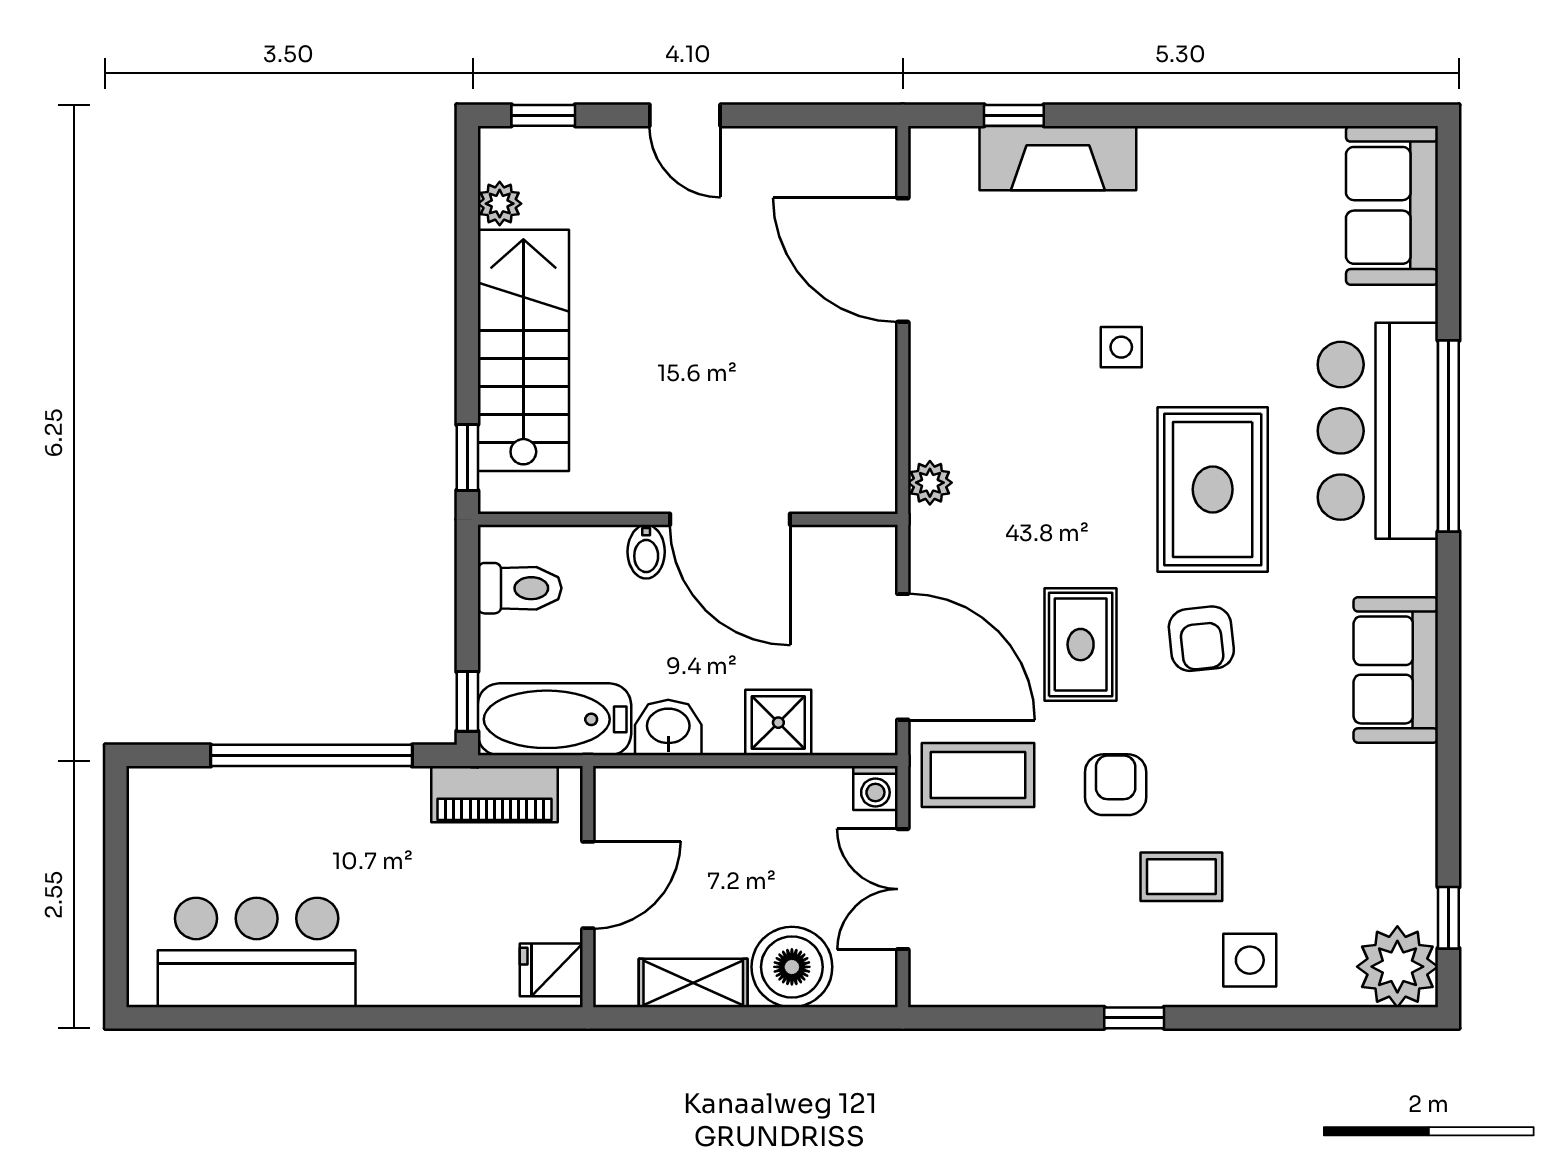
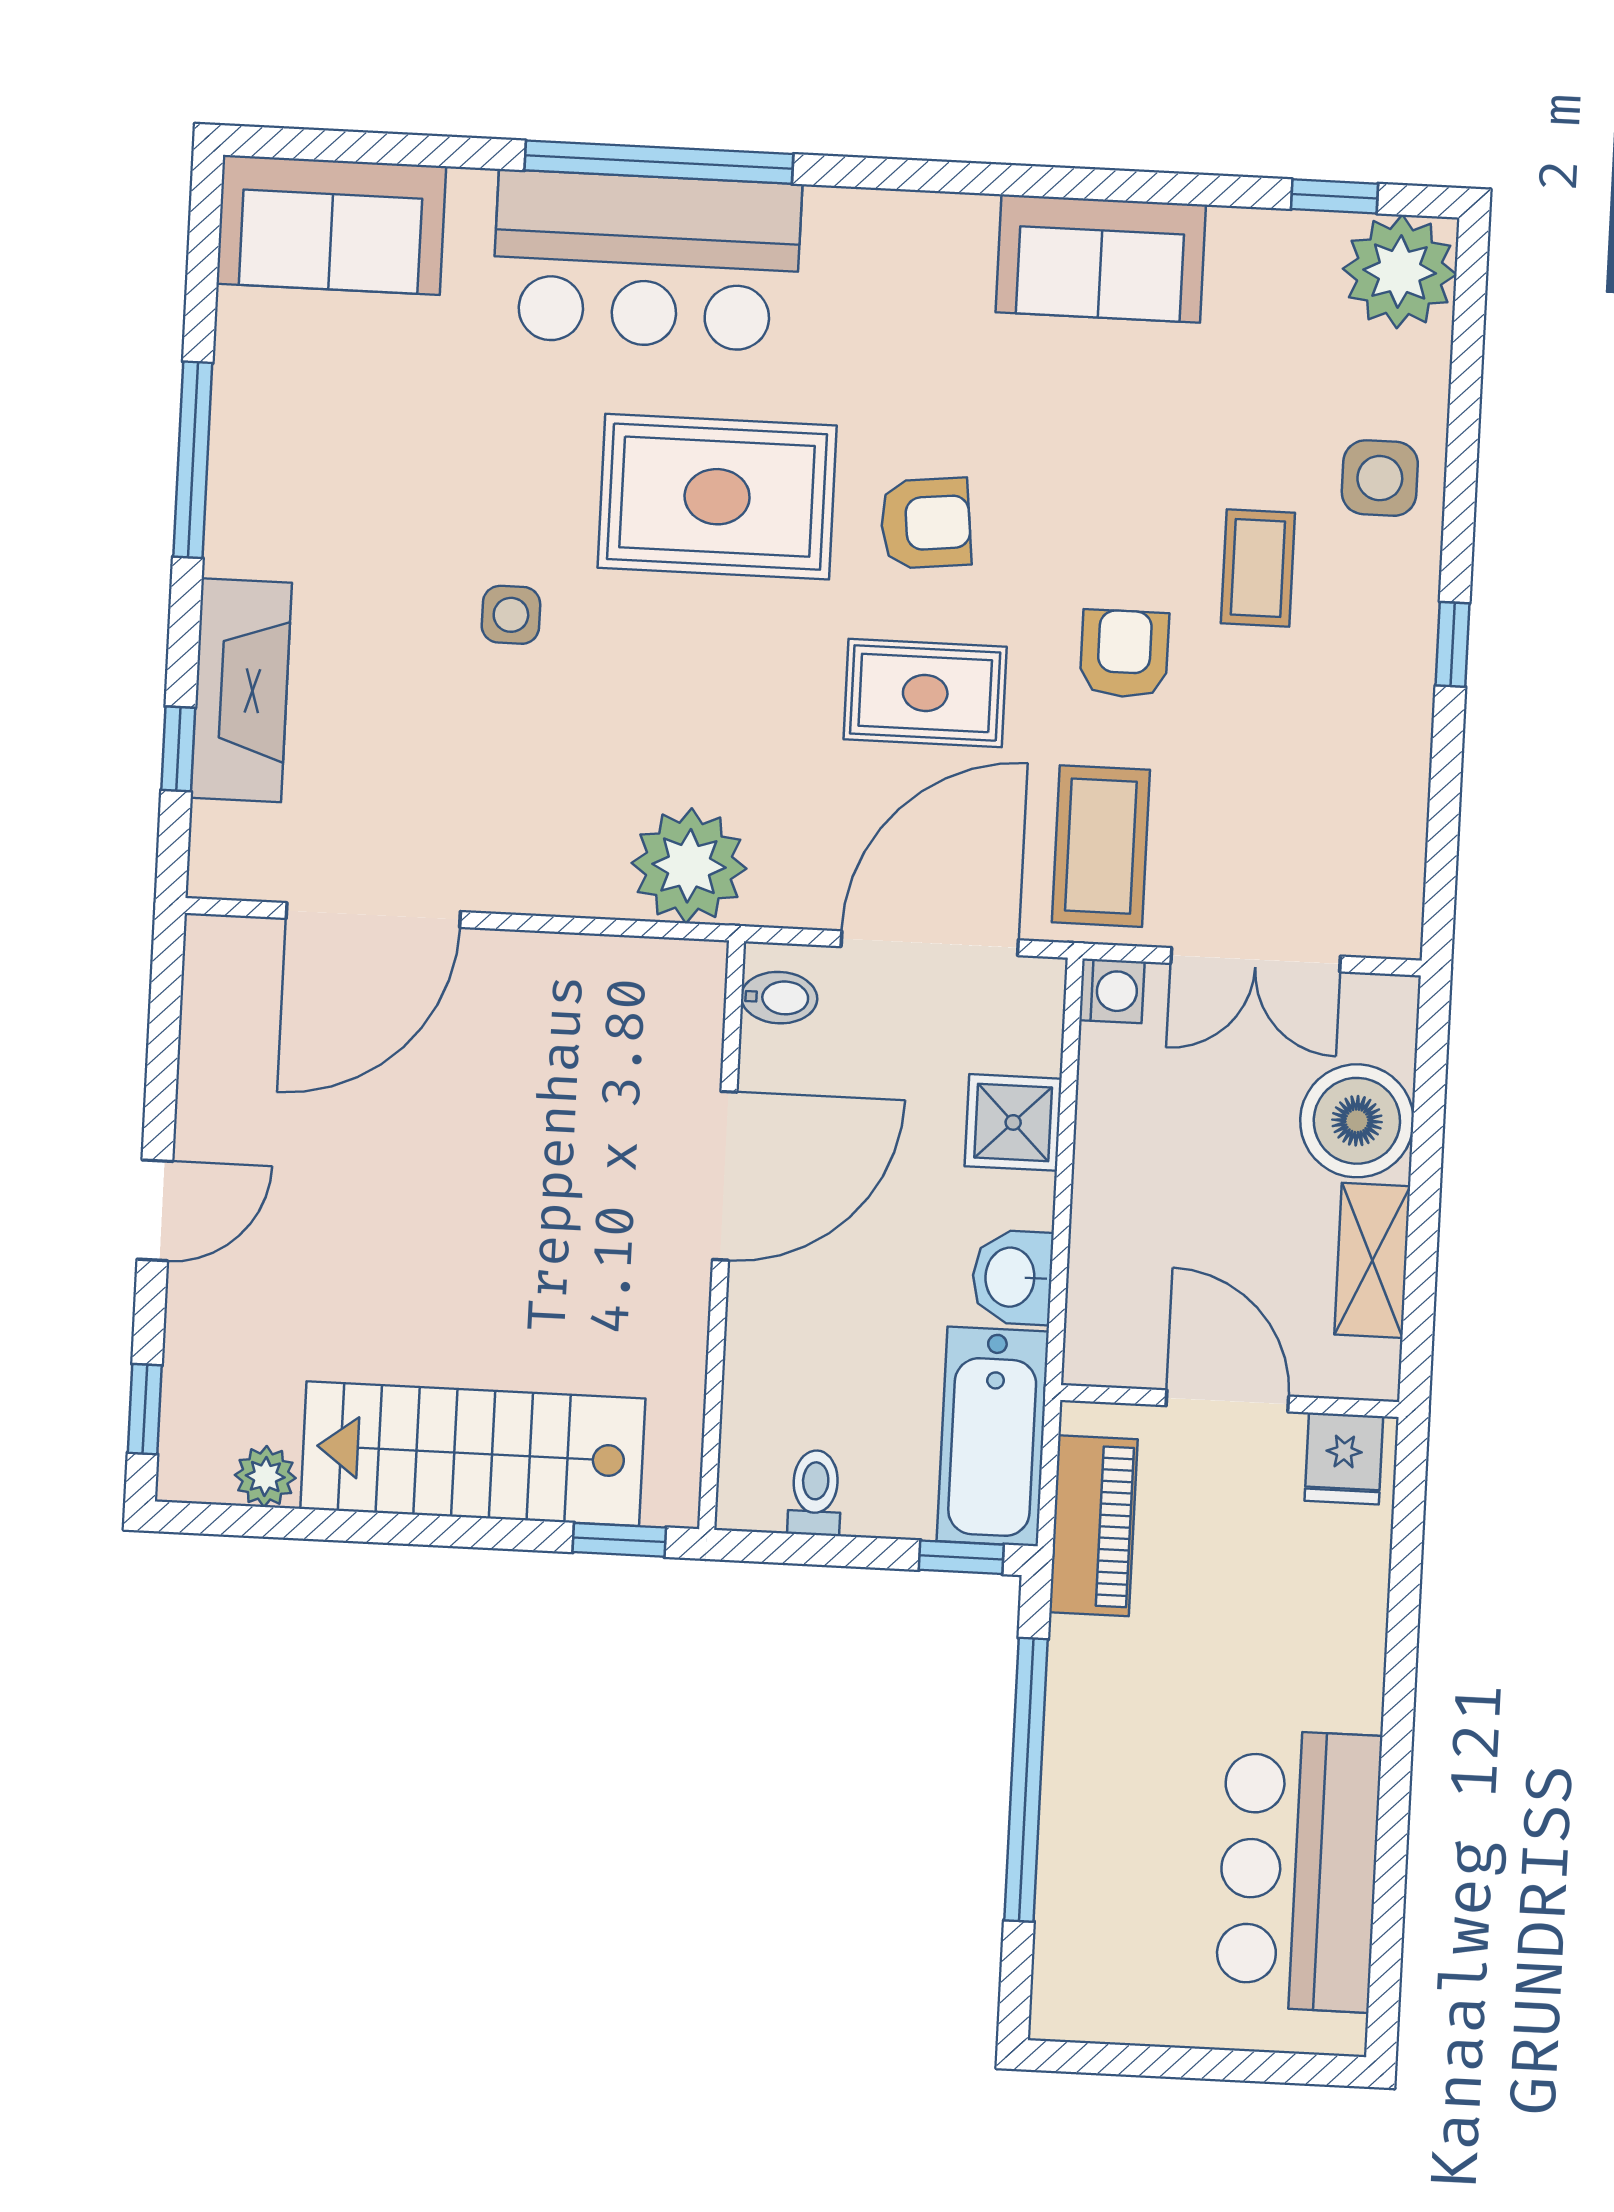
window: (1220, 115) -> (193, 460), added
plant: (930, 483) -> (689, 866), width x1.87, depth x1.87
bidet: (646, 552) -> (779, 998), moved
toilet: (520, 588) -> (815, 1493), width x0.73, depth x0.72
sofa: (1396, 670) -> (1101, 259), moved
armchair: (1116, 785) -> (1124, 654), turned 90

